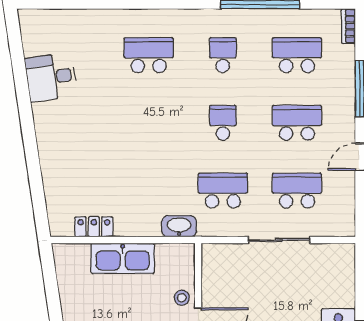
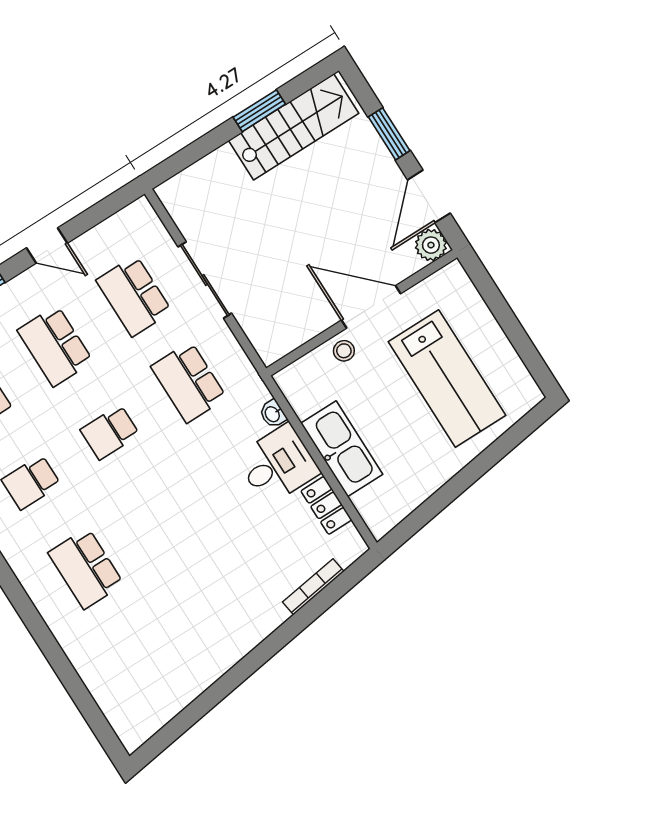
desk: (51, 77) -> (278, 465), moved, turned -82
bookcase: (49, 187) -> (313, 587), added
washbasin: (179, 226) -> (273, 414), width x0.52, depth x0.69

